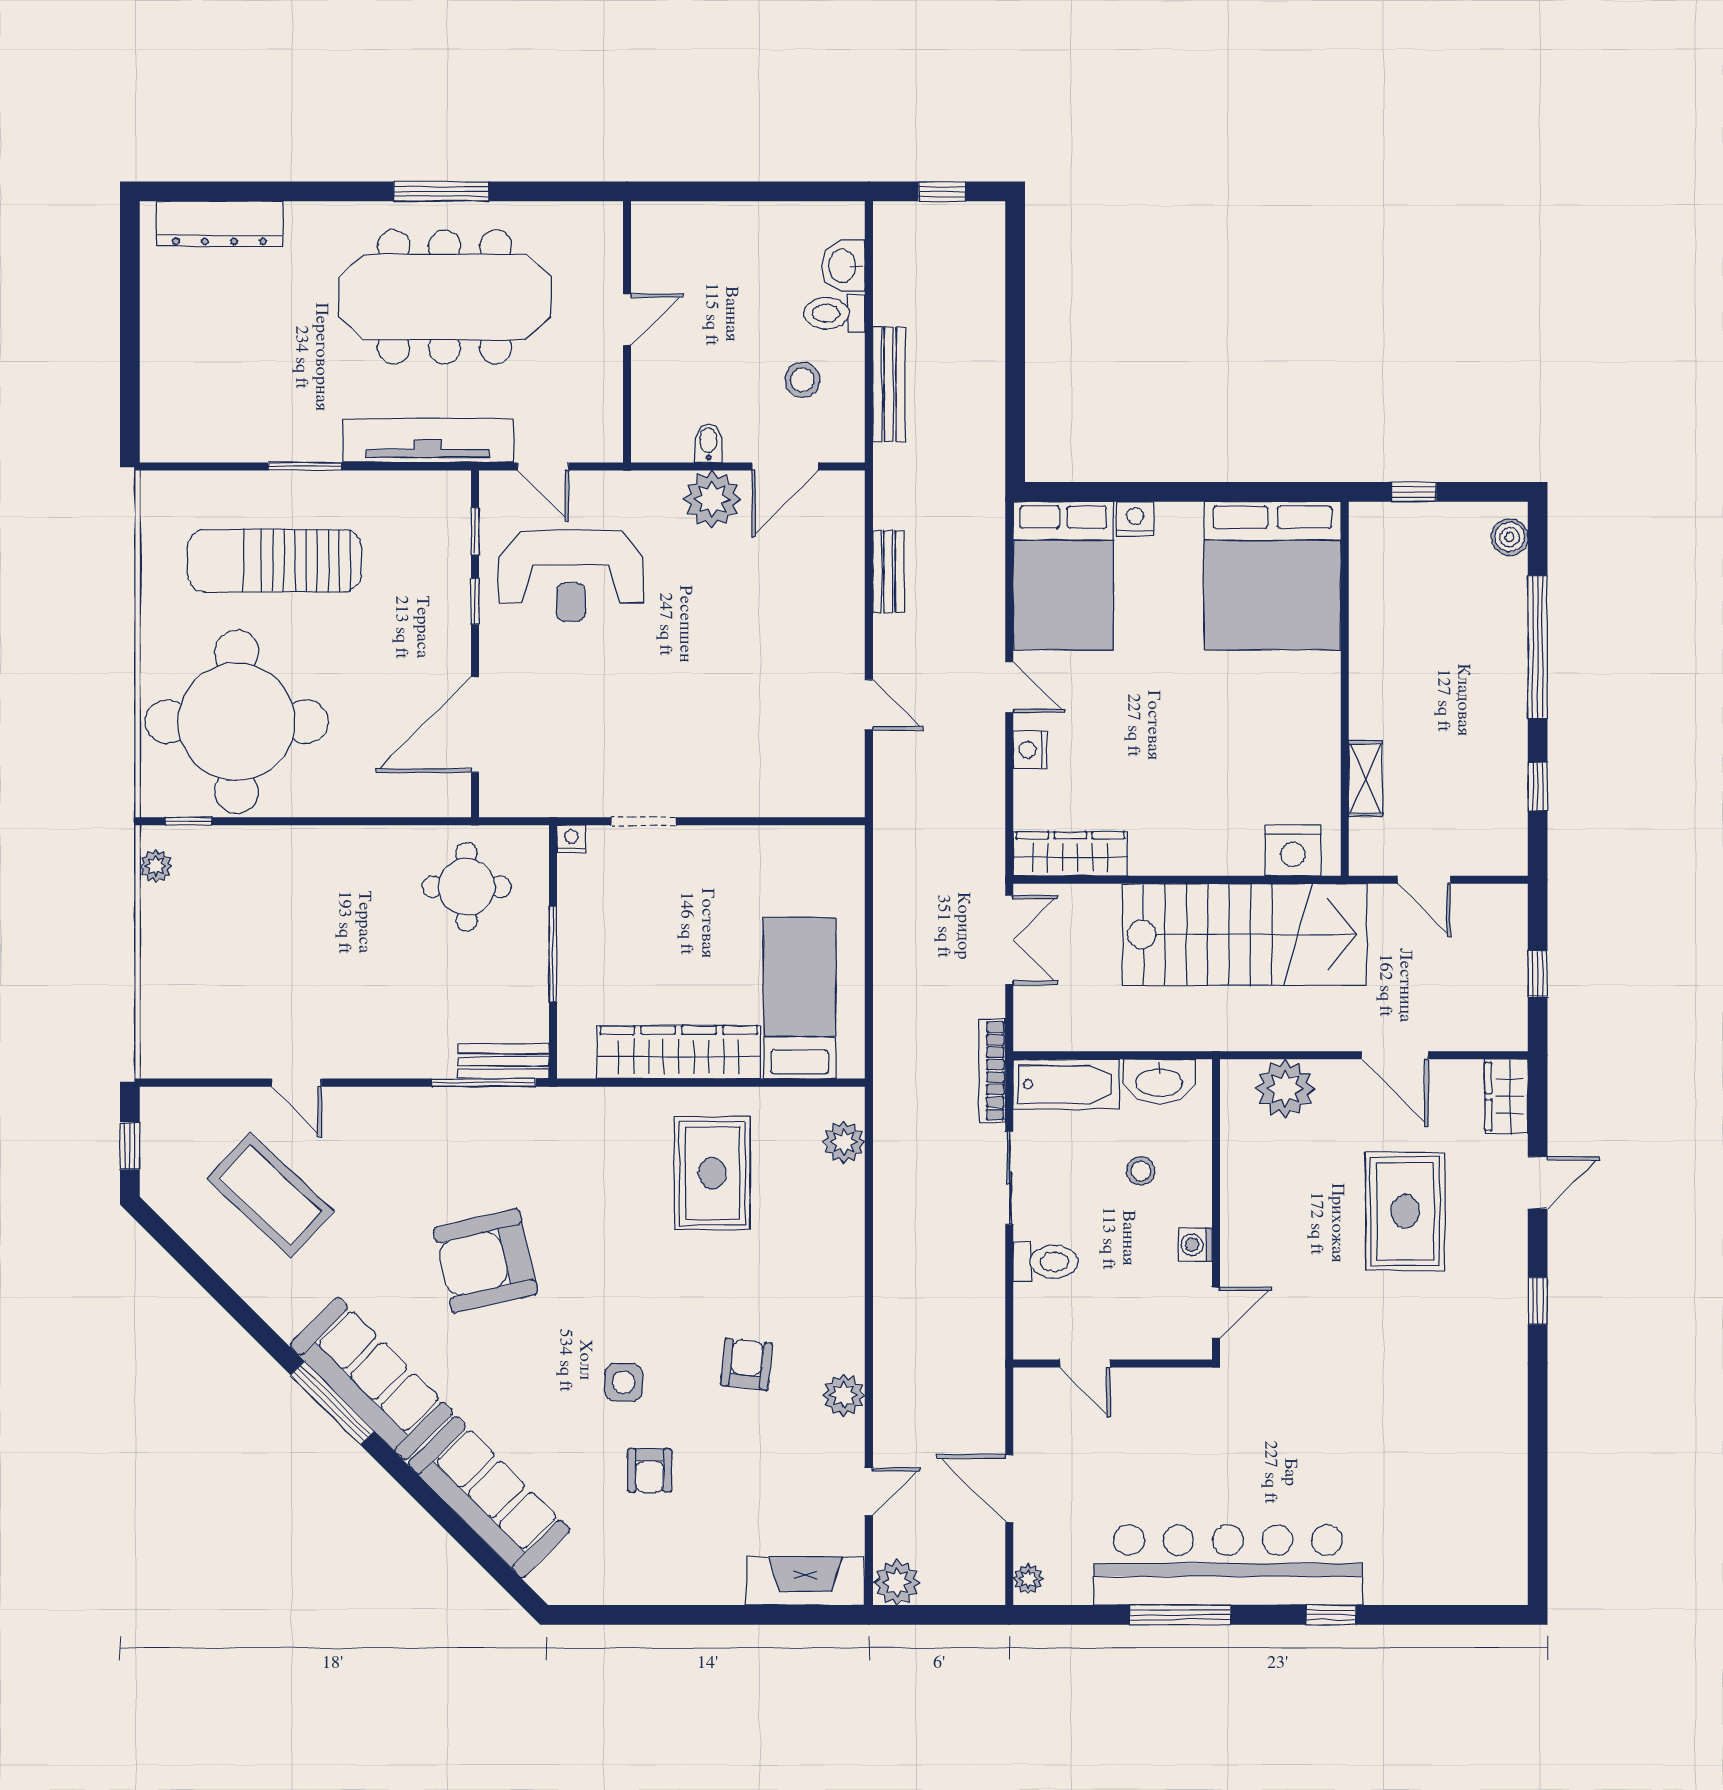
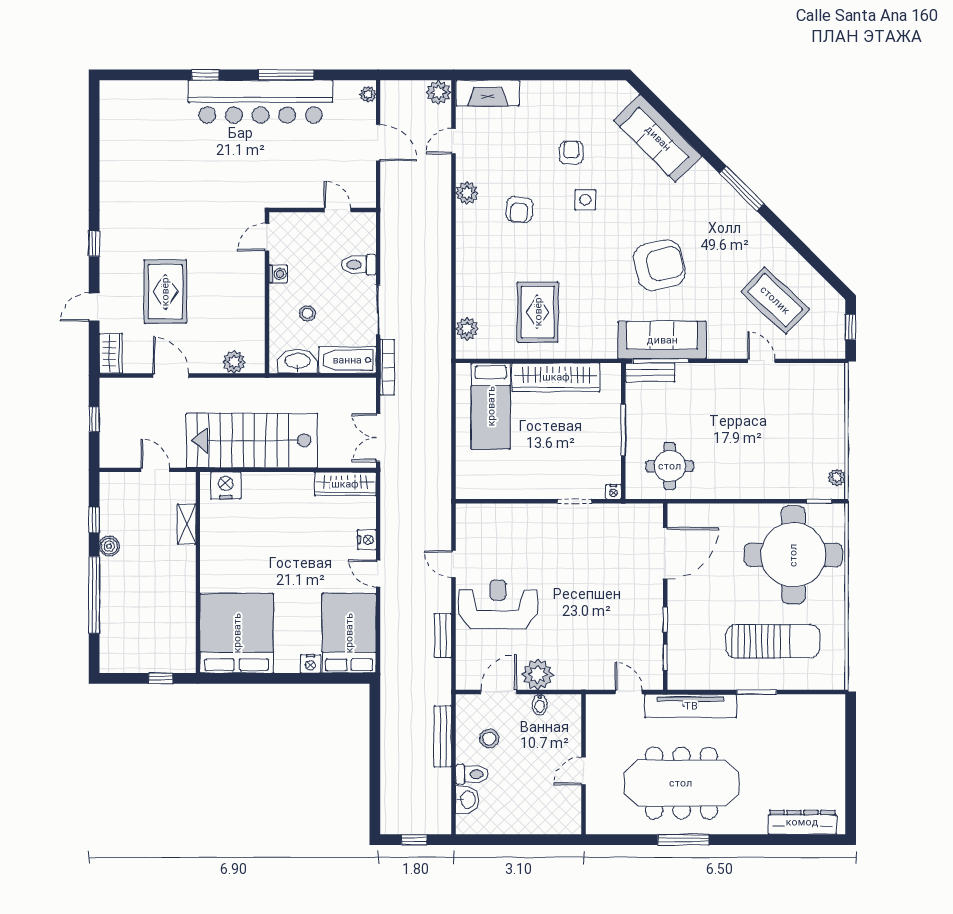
boiler: (1510, 537) -> (109, 546), moved
reception desk: (571, 576) -> (498, 604), moved
plant: (1285, 1088) -> (234, 362), width x0.73, depth x0.73
sofa: (371, 1379) -> (662, 340), moved, turned 135

